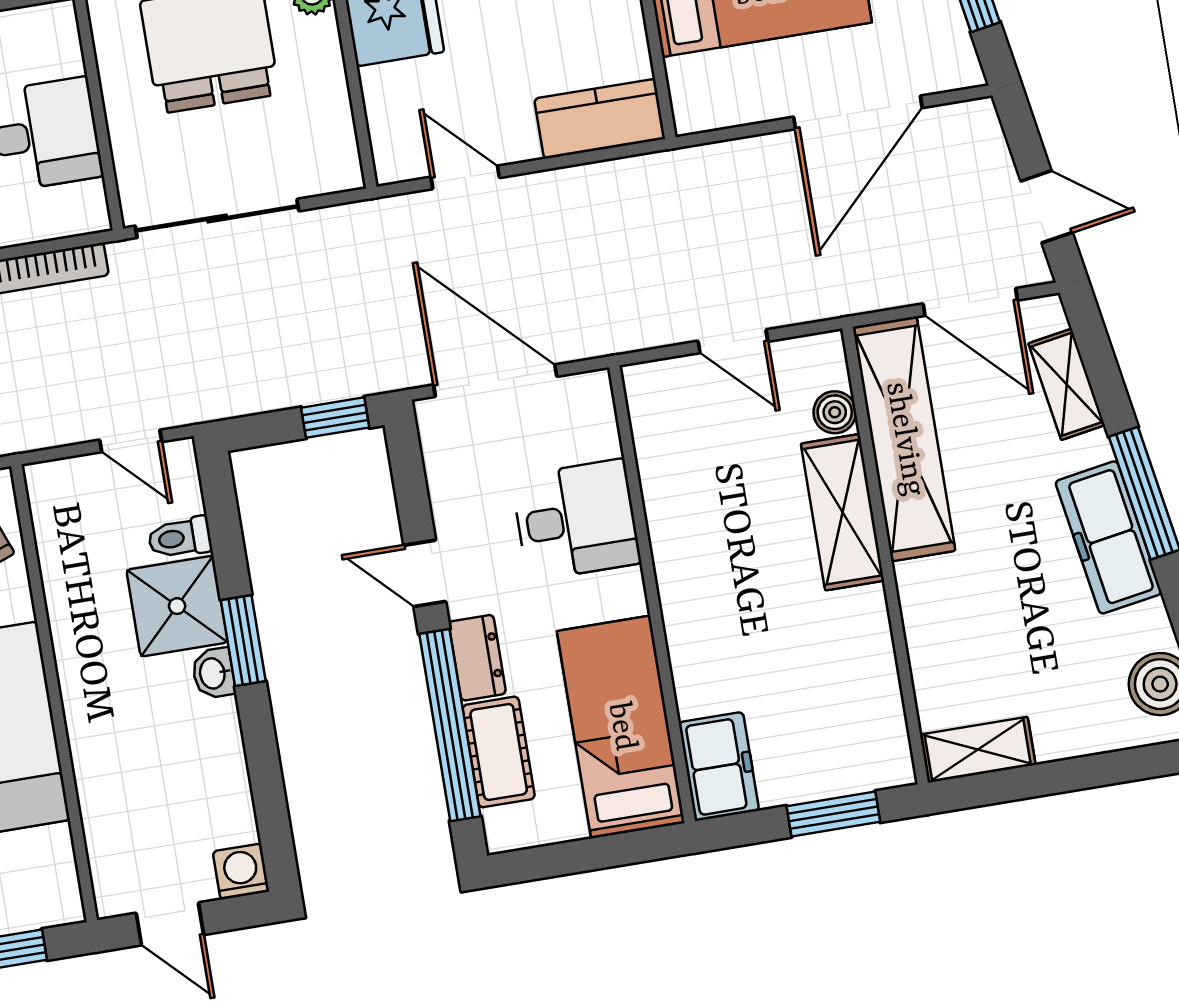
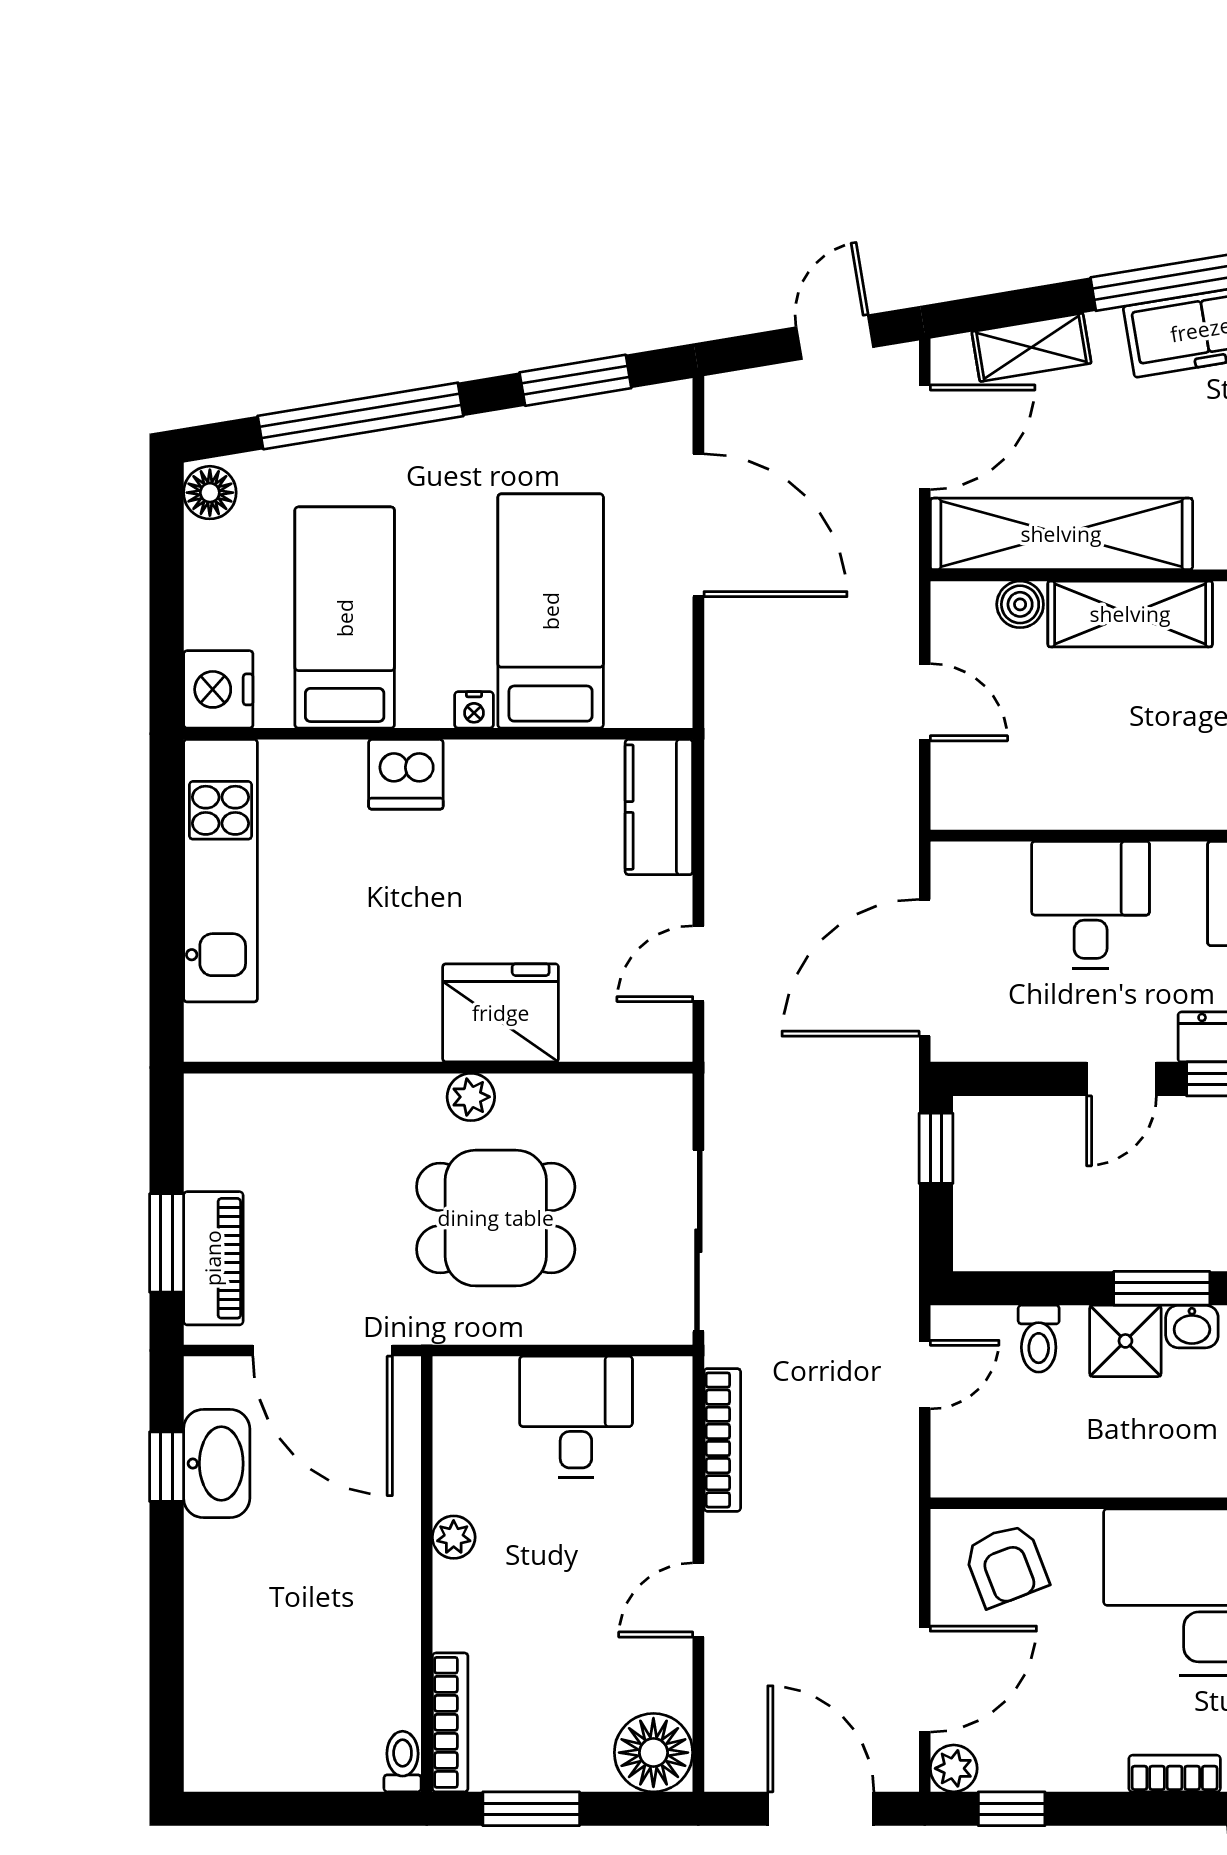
door: (733, 341) -> (925, 702), hinge flipped
shower: (177, 606) -> (1125, 1341), width x0.73, depth x0.73

